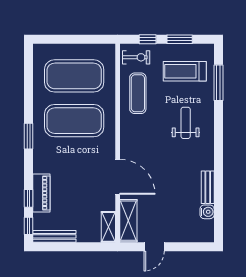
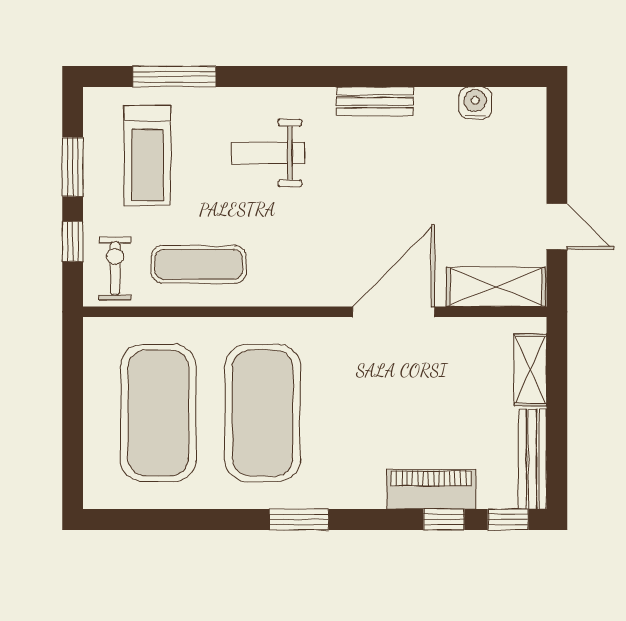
bench: (208, 187) -> (375, 101), moved
shelving: (108, 227) -> (530, 370), moved, turned 90

